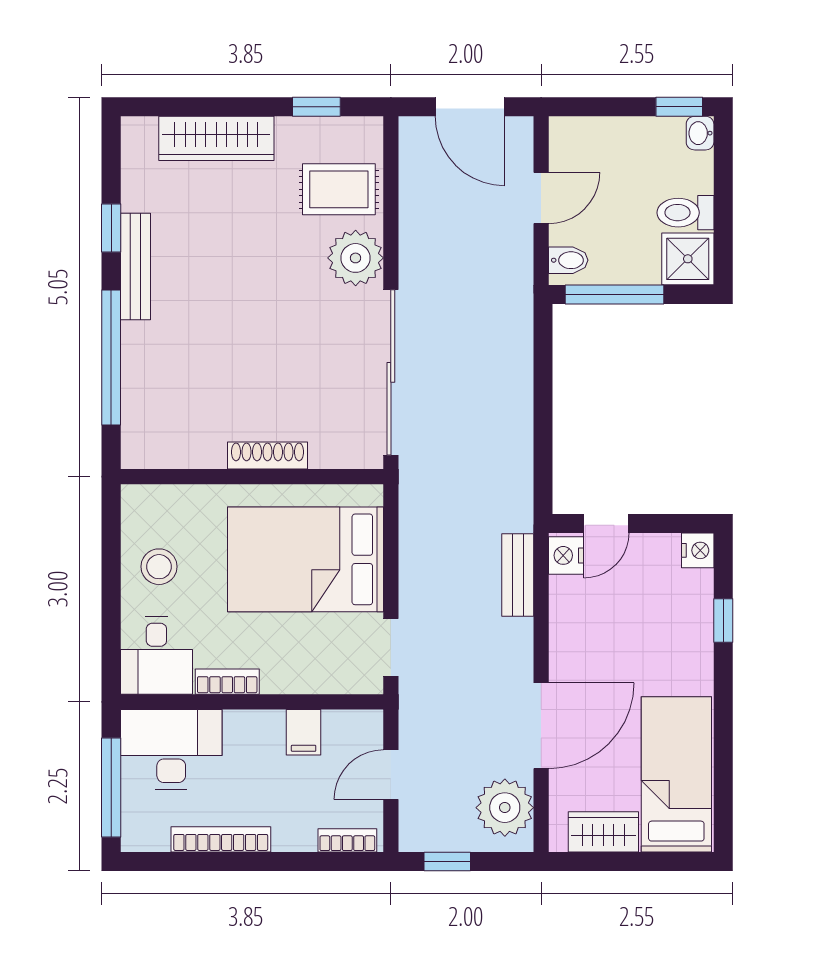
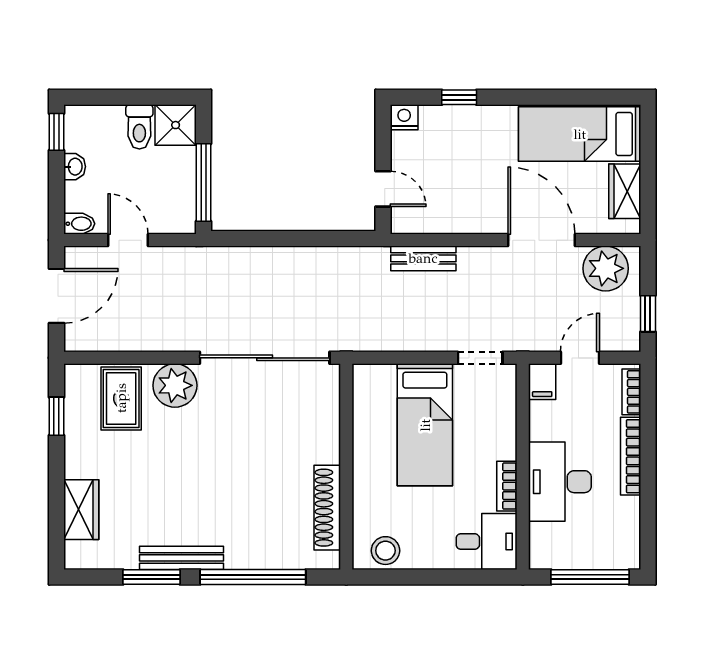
washbasin: (700, 133) -> (75, 167), moved, turned -90
wardrobe: (216, 138) -> (81, 510), width x0.67
window: (111, 228) -> (151, 577), width x1.50
bidet: (568, 260) -> (79, 224), moved, turned 90
shoe rack: (268, 455) -> (327, 508), moved, width x1.36, depth x1.24
nightstand: (566, 555) -> (408, 221), removed
bed: (305, 559) -> (425, 425), width x0.67
stool: (159, 567) -> (385, 551), moved
filing cabinet: (304, 732) -> (542, 382), moved, turned 90
desk: (171, 749) -> (560, 482), moved
door: (391, 775) -> (580, 358), swing flipped
bookcase: (221, 839) -> (631, 456), moved

